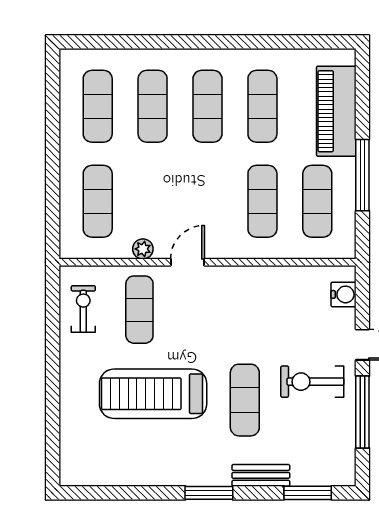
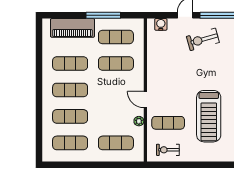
exercise bike: (312, 382) -> (203, 39), turned 74
exercise mat: (245, 400) -> (212, 72), removed

